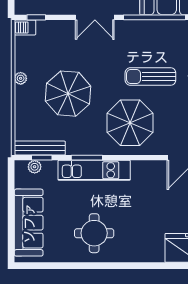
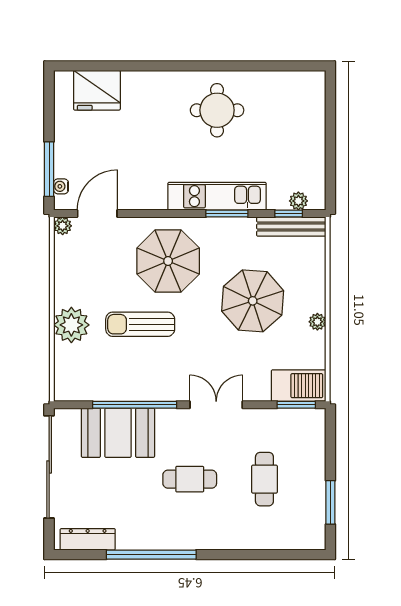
window: (36, 17) -> (296, 405), width x1.50
barbecue: (25, 27) -> (299, 386), width x1.88, depth x1.53
sun lounger: (150, 76) -> (140, 324), turned 180
sofa: (29, 223) -> (306, 125), removed

